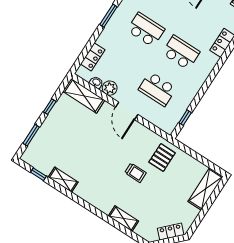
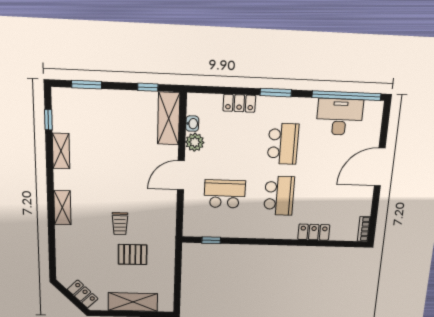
locker: (93, 57) -> (239, 103), moved
school desk: (157, 89) -> (225, 194), turned 90
window: (50, 107) -> (148, 87), moved
pallet: (162, 157) -> (133, 255), moved
shelving: (205, 189) -> (133, 302), moved
shelving: (123, 219) -> (62, 208), moved

